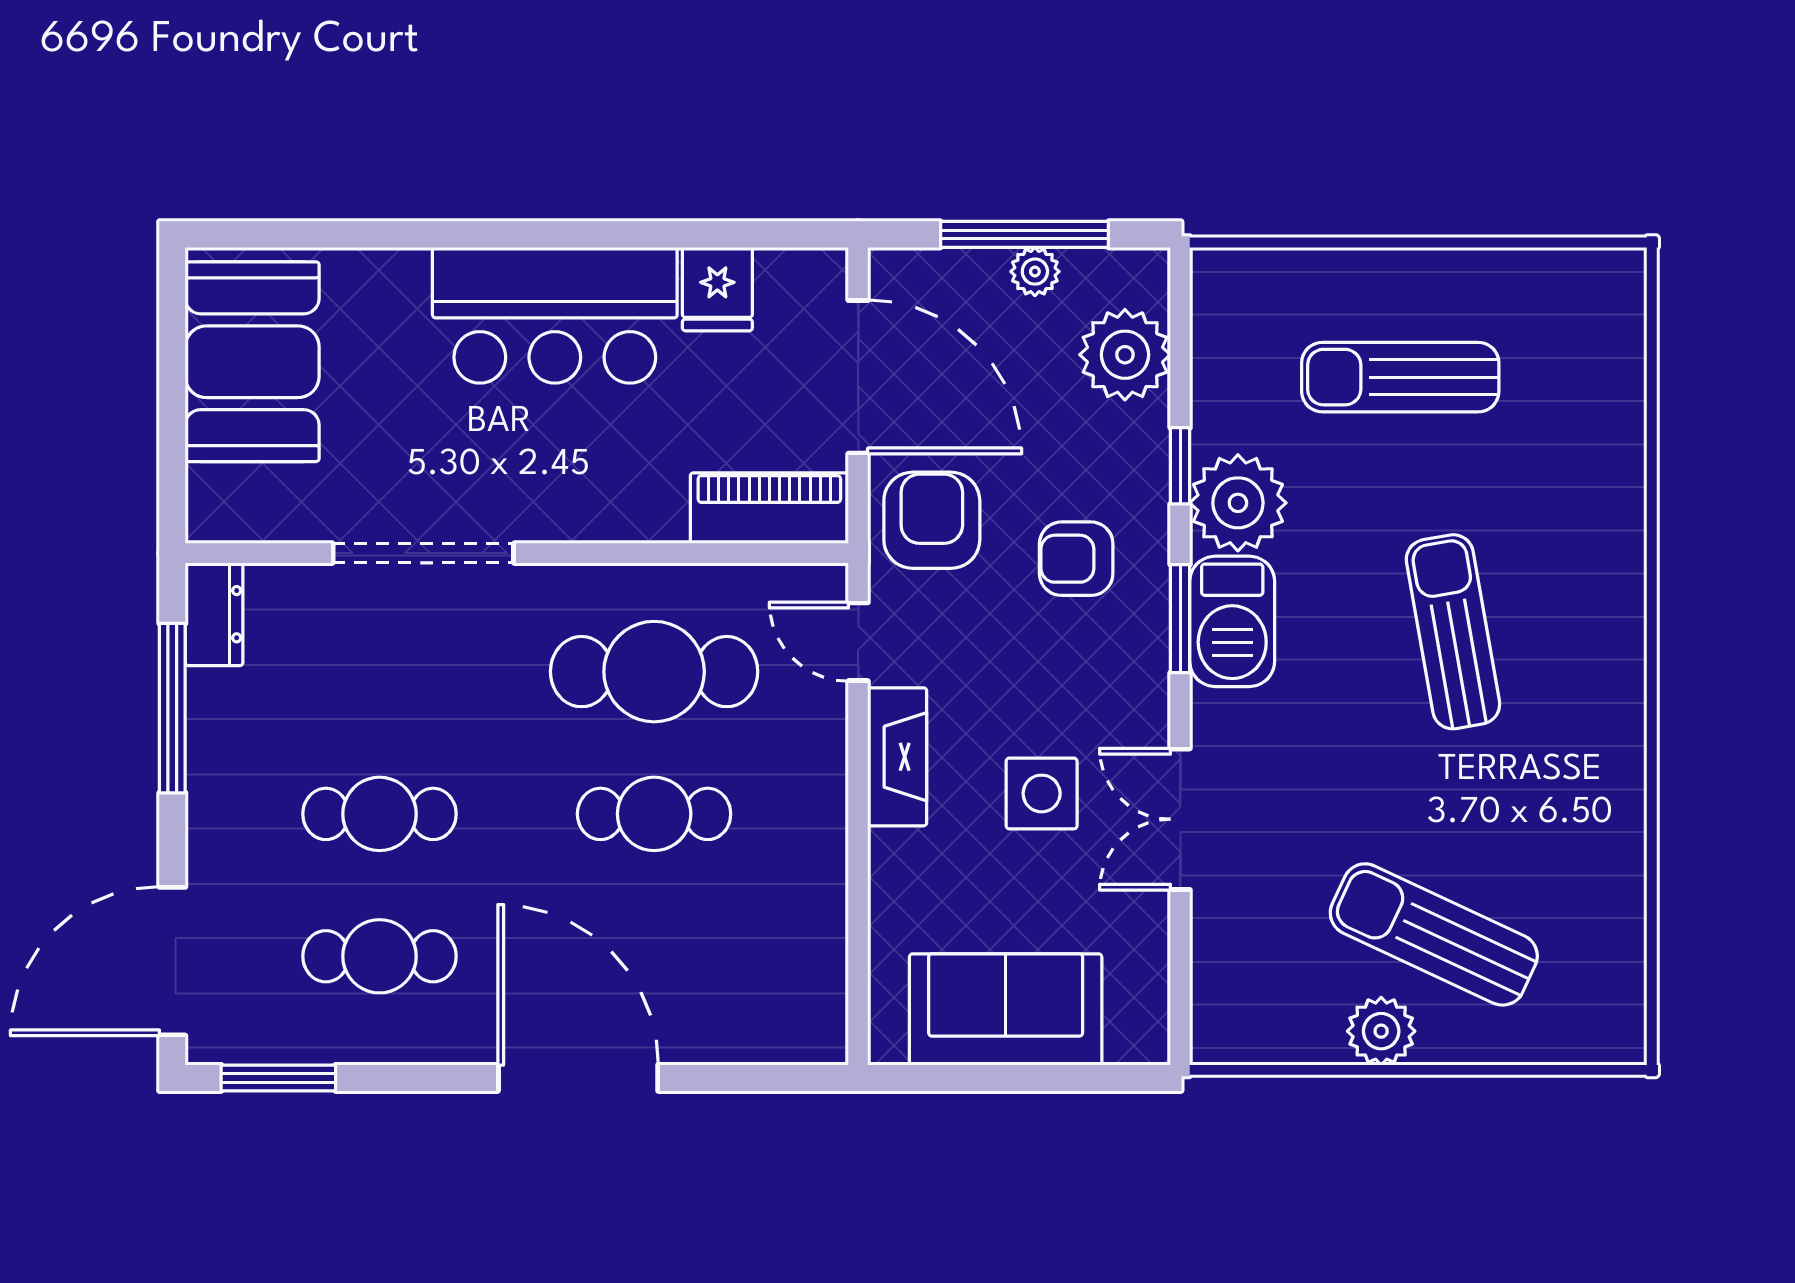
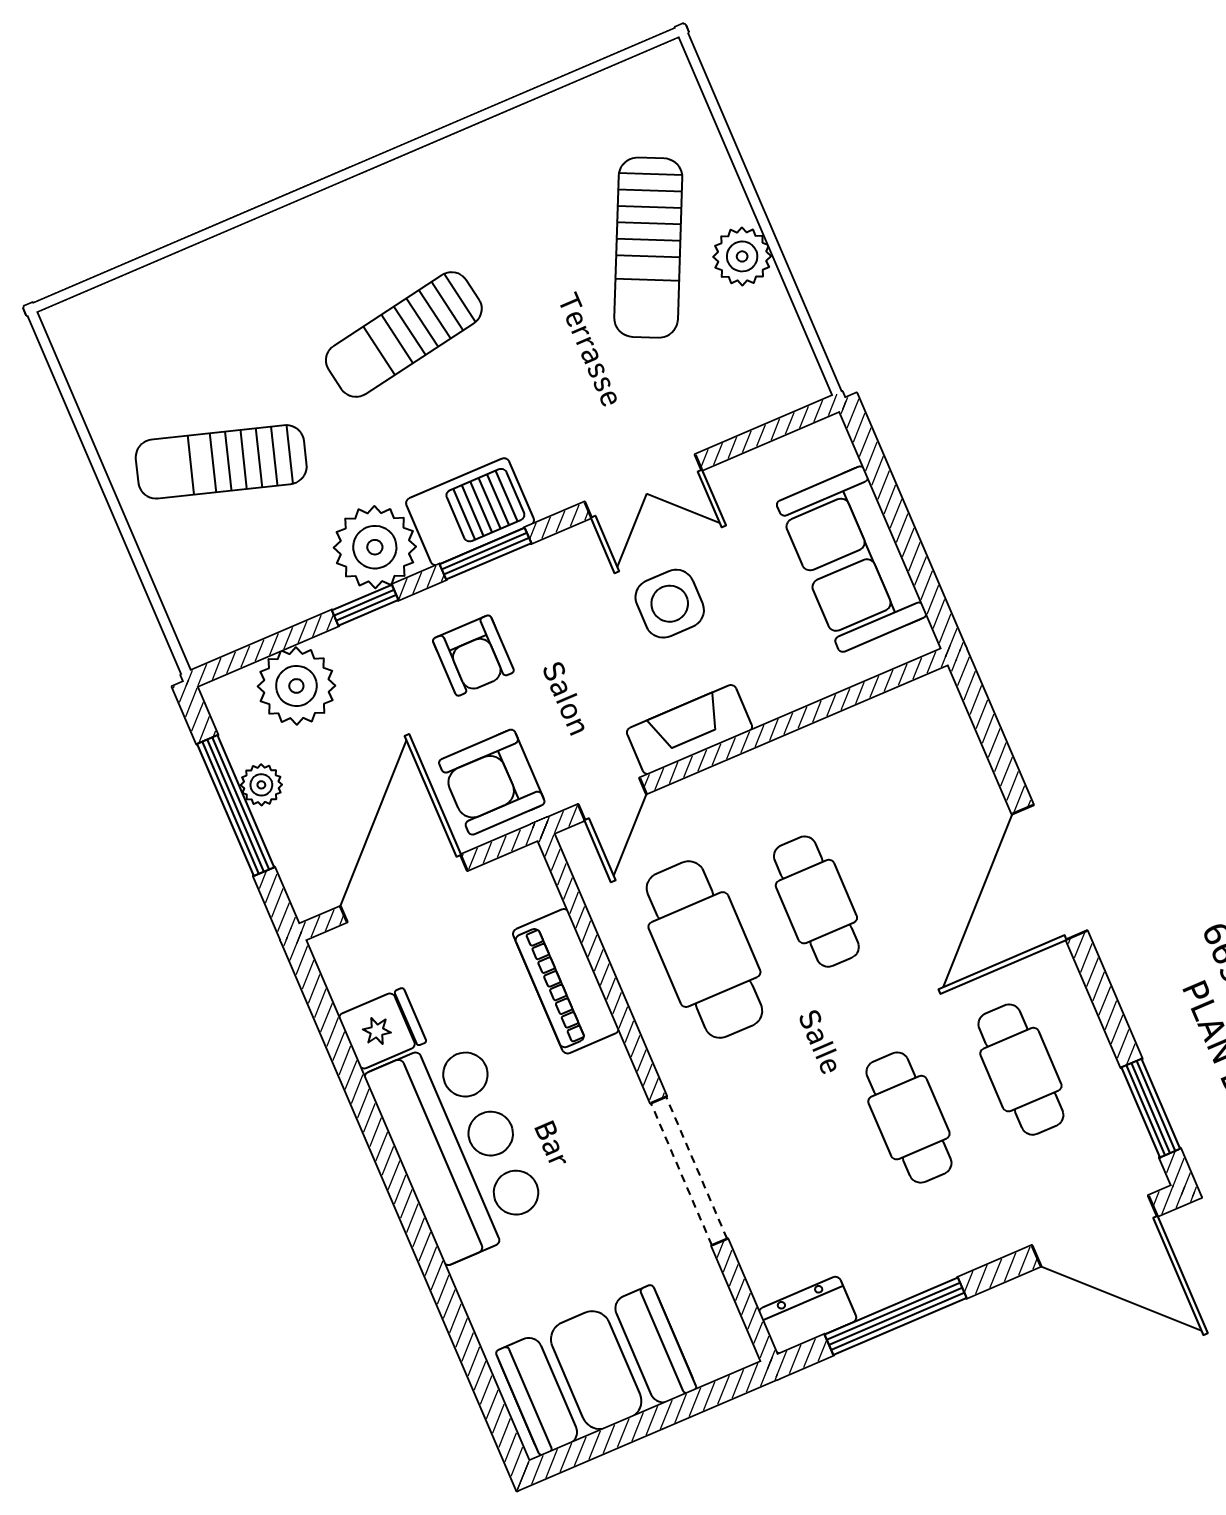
sun lounger: (1400, 377) -> (221, 462), turned 107
piano: (769, 508) -> (566, 981), moved

